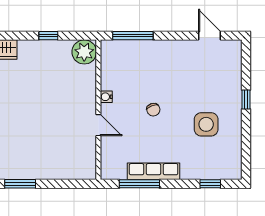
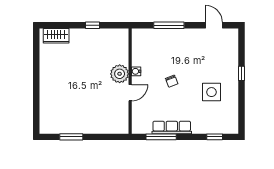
window: (133, 36) -> (169, 25), moved
plant: (84, 52) -> (120, 74), moved
door: (98, 125) -> (130, 93), hinge flipped

